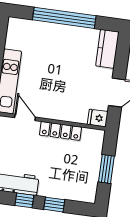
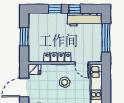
stool: (55, 92) -> (65, 82), added

